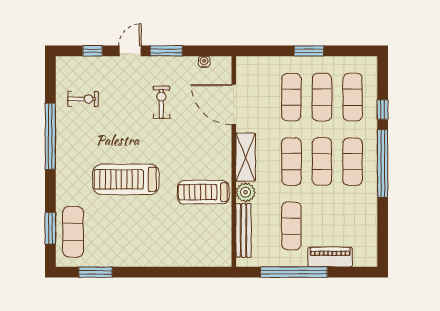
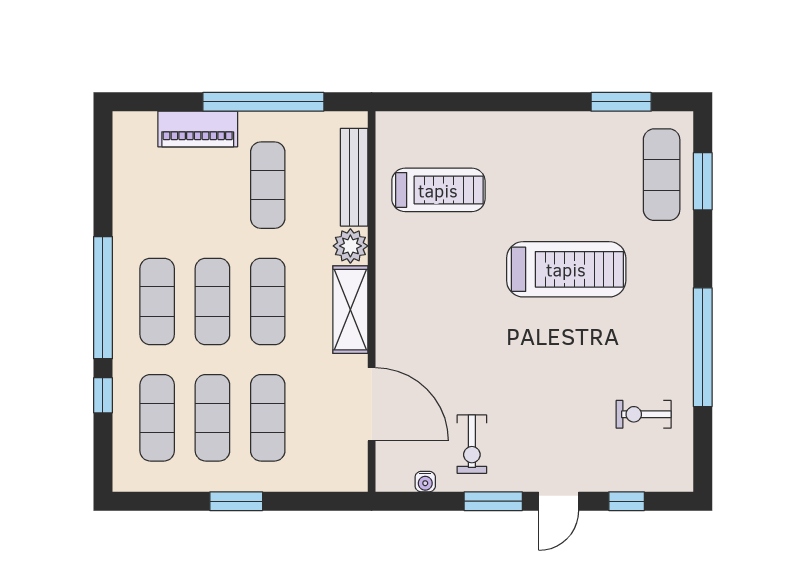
exercise bike: (161, 102) -> (472, 444), moved
treadmill: (203, 192) -> (438, 190), moved

